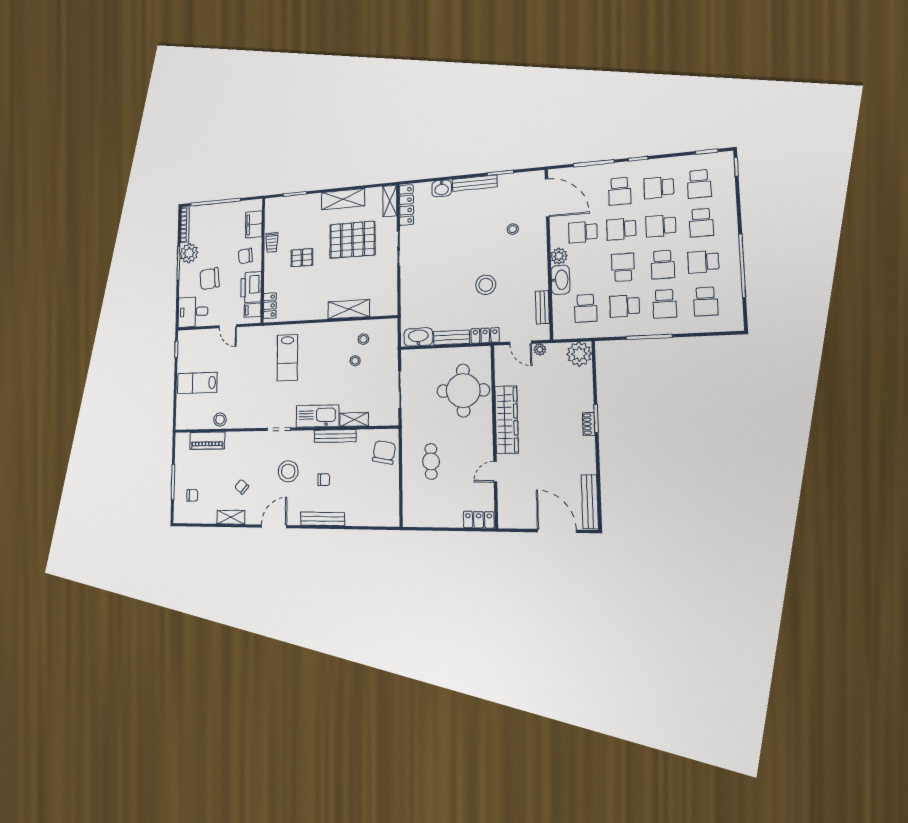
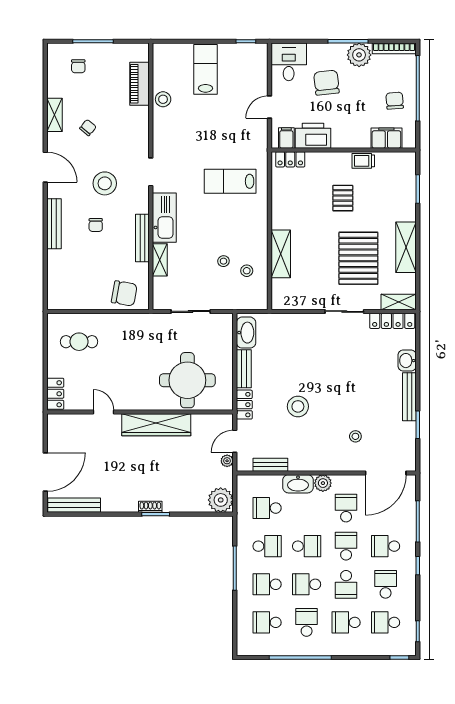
school desk: (661, 226) -> (346, 584), turned 180
chair: (245, 256) -> (395, 101), moved
school desk: (625, 306) -> (267, 546), turned 90
cafe table: (431, 461) -> (79, 342), moved

